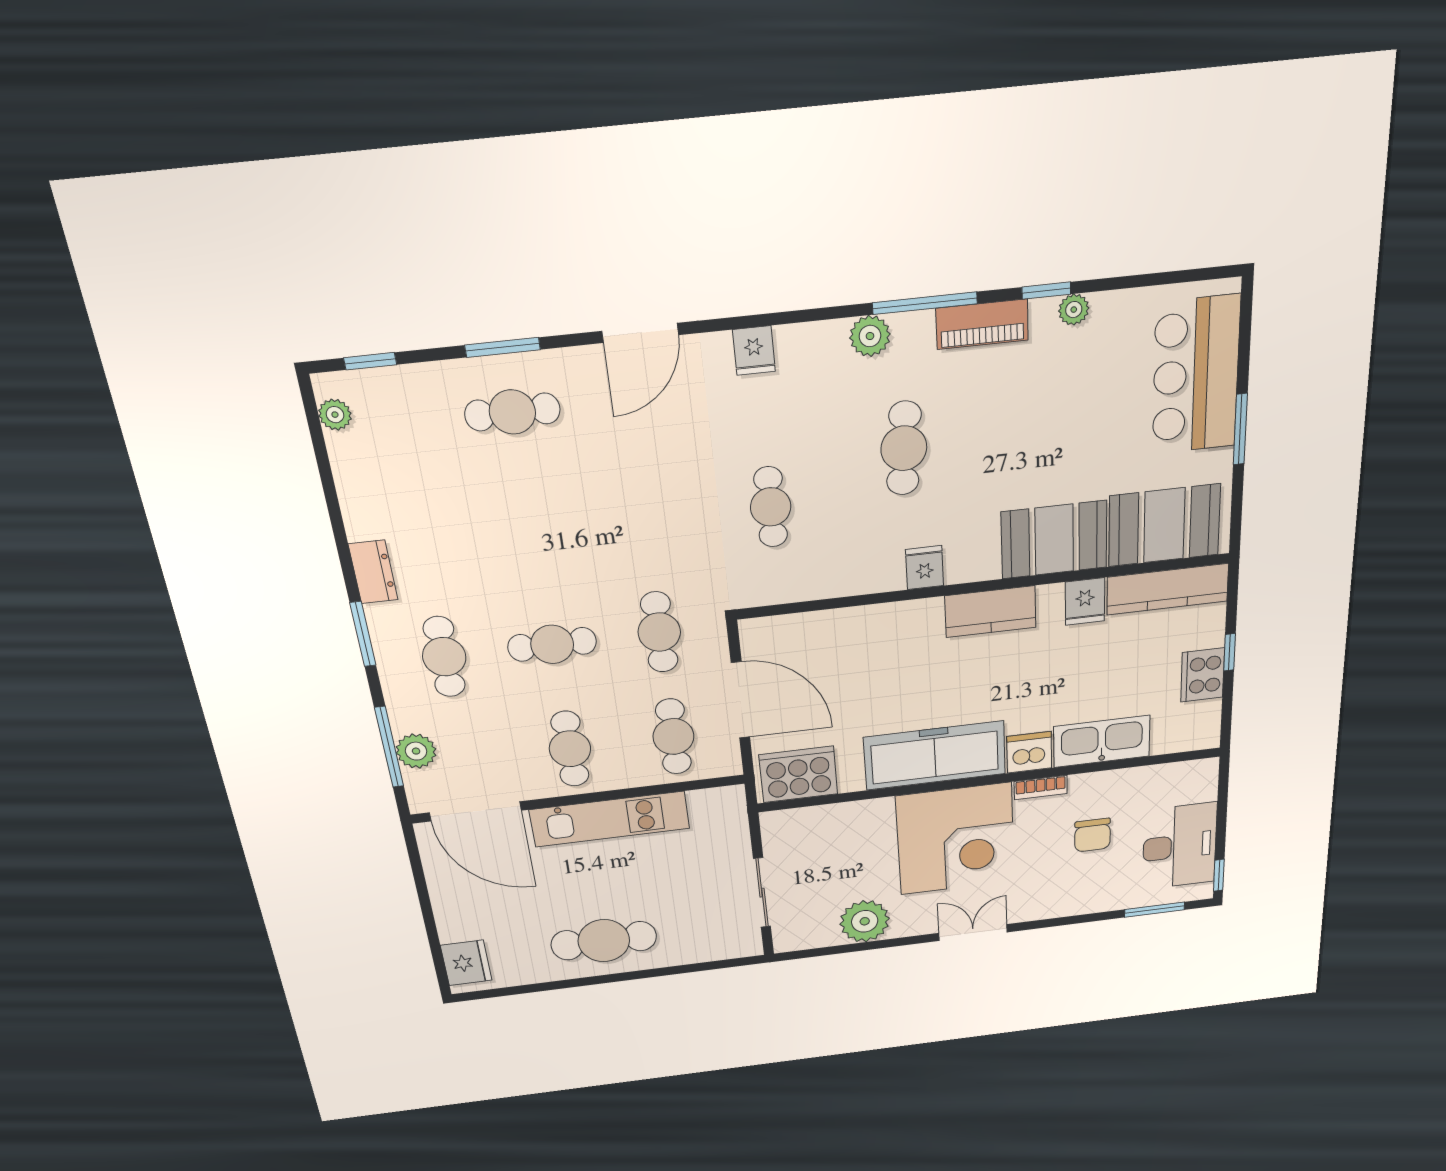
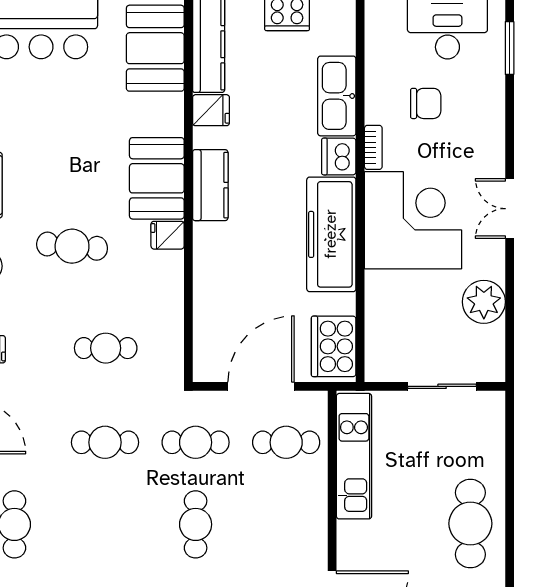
booth: (1054, 540) -> (157, 178), moved
cafe table: (570, 749) -> (105, 442), moved
kitchen unit: (610, 819) -> (354, 456), moved

